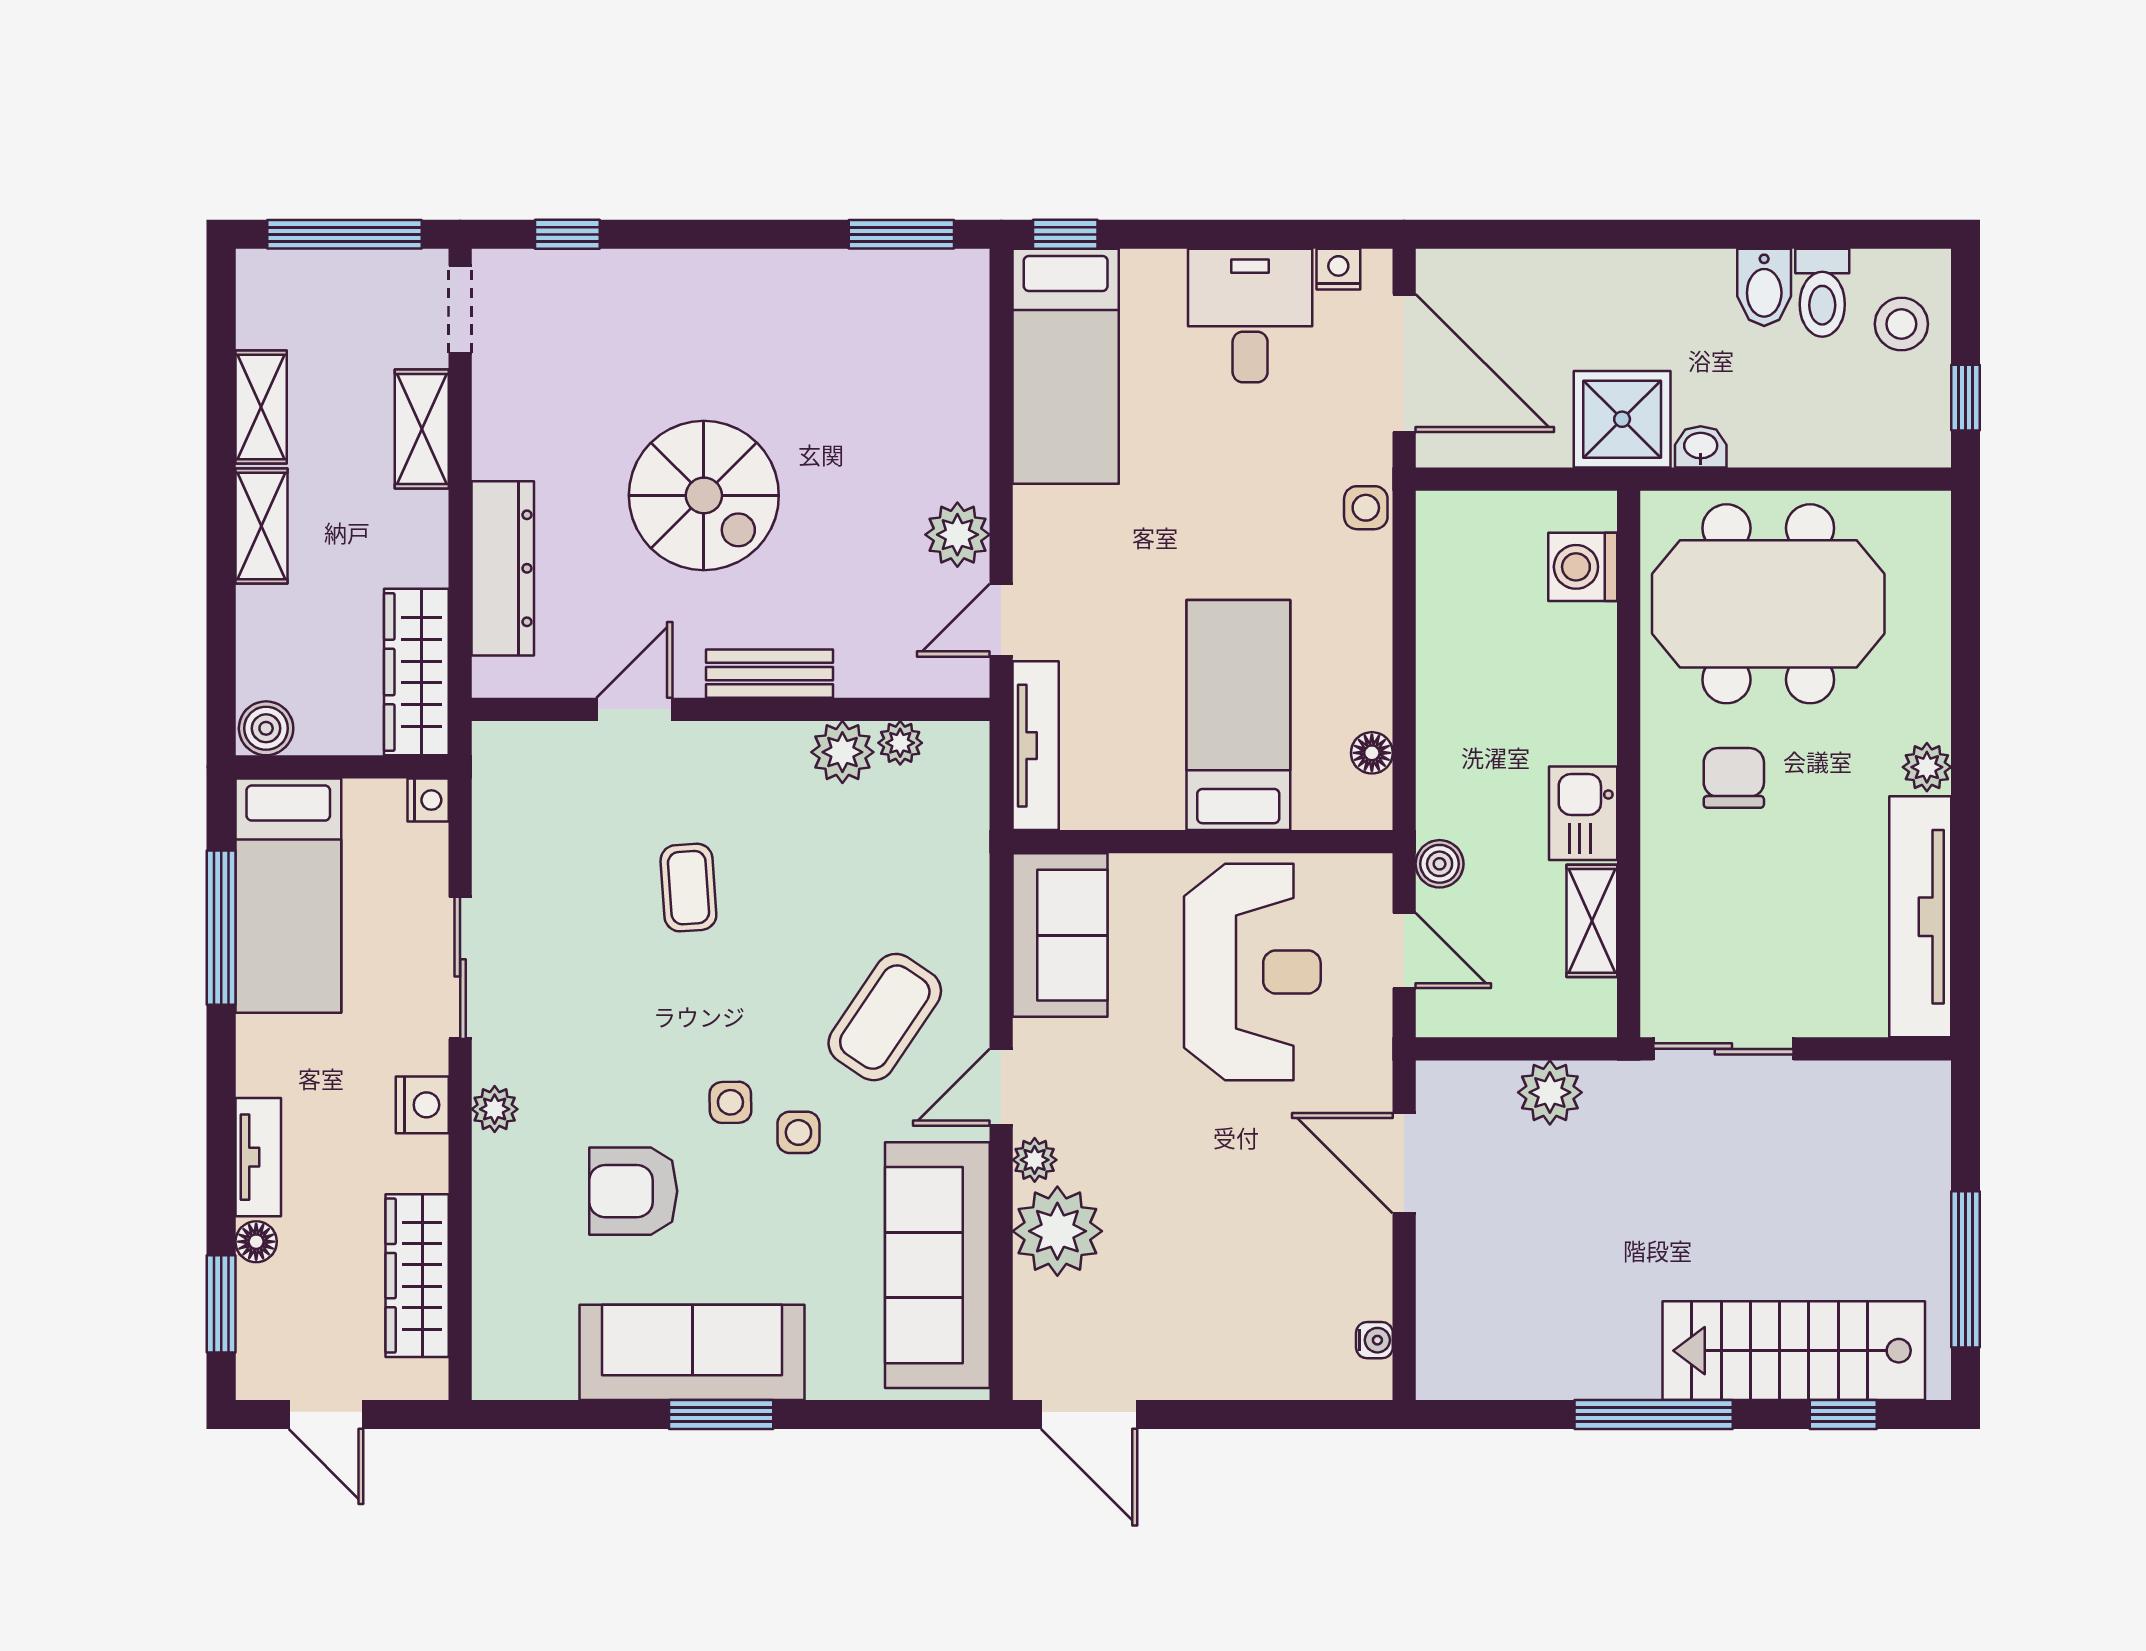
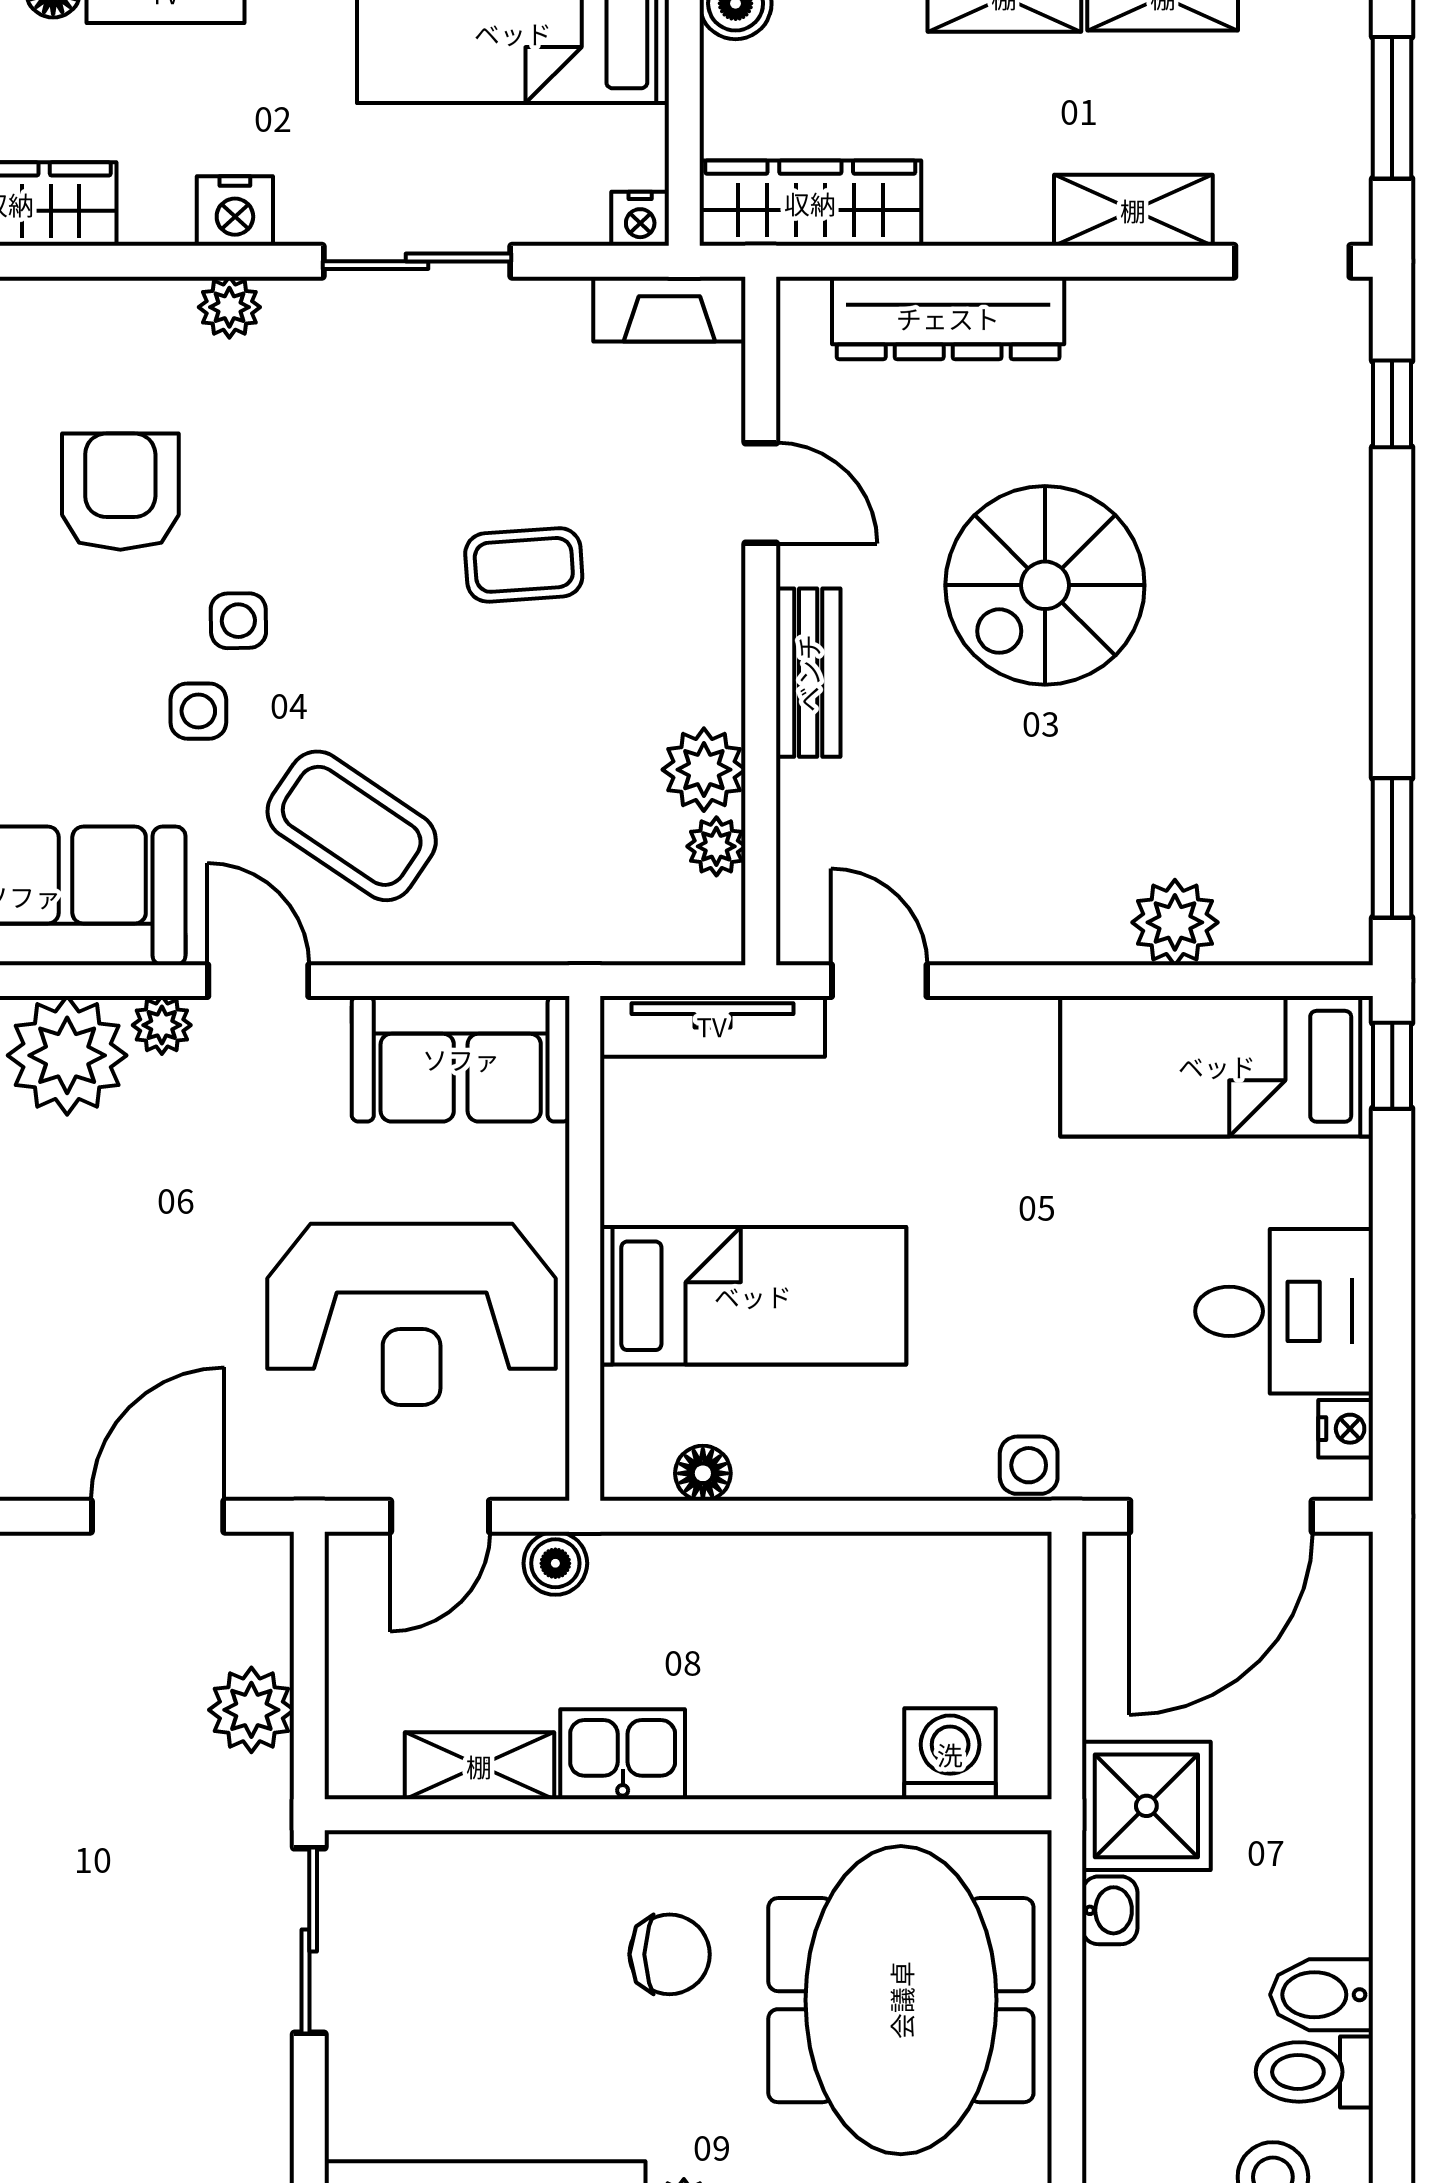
window: (345, 234) -> (1392, 108), width x0.69
plant: (957, 535) -> (1175, 922), moved
fireplace: (496, 778) -> (669, 309), added

